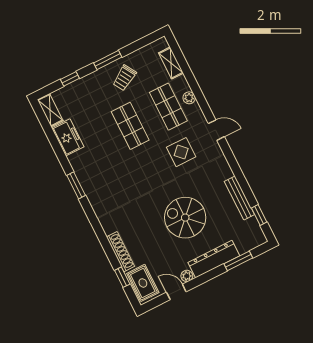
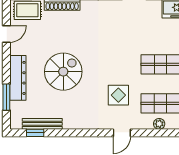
bench: (239, 198) -> (42, 124), moved
plant: (187, 276) -> (15, 49), removed

